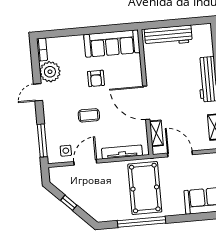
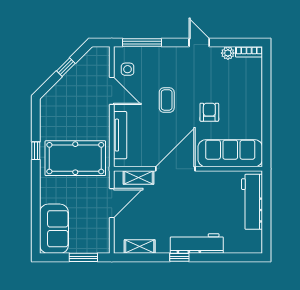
sofa: (112, 44) -> (230, 153), moved, turned 90
plant: (50, 72) -> (228, 53), width x0.53, depth x0.53
armchair: (96, 78) -> (209, 112), turned 90
window: (142, 222) -> (36, 151), width x0.32

